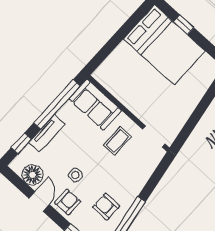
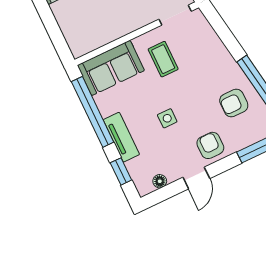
floor lamp: (32, 175) -> (160, 181), width x0.53, depth x0.53
side table: (75, 175) -> (167, 118), moved
door: (39, 201) -> (196, 178), swing flipped

